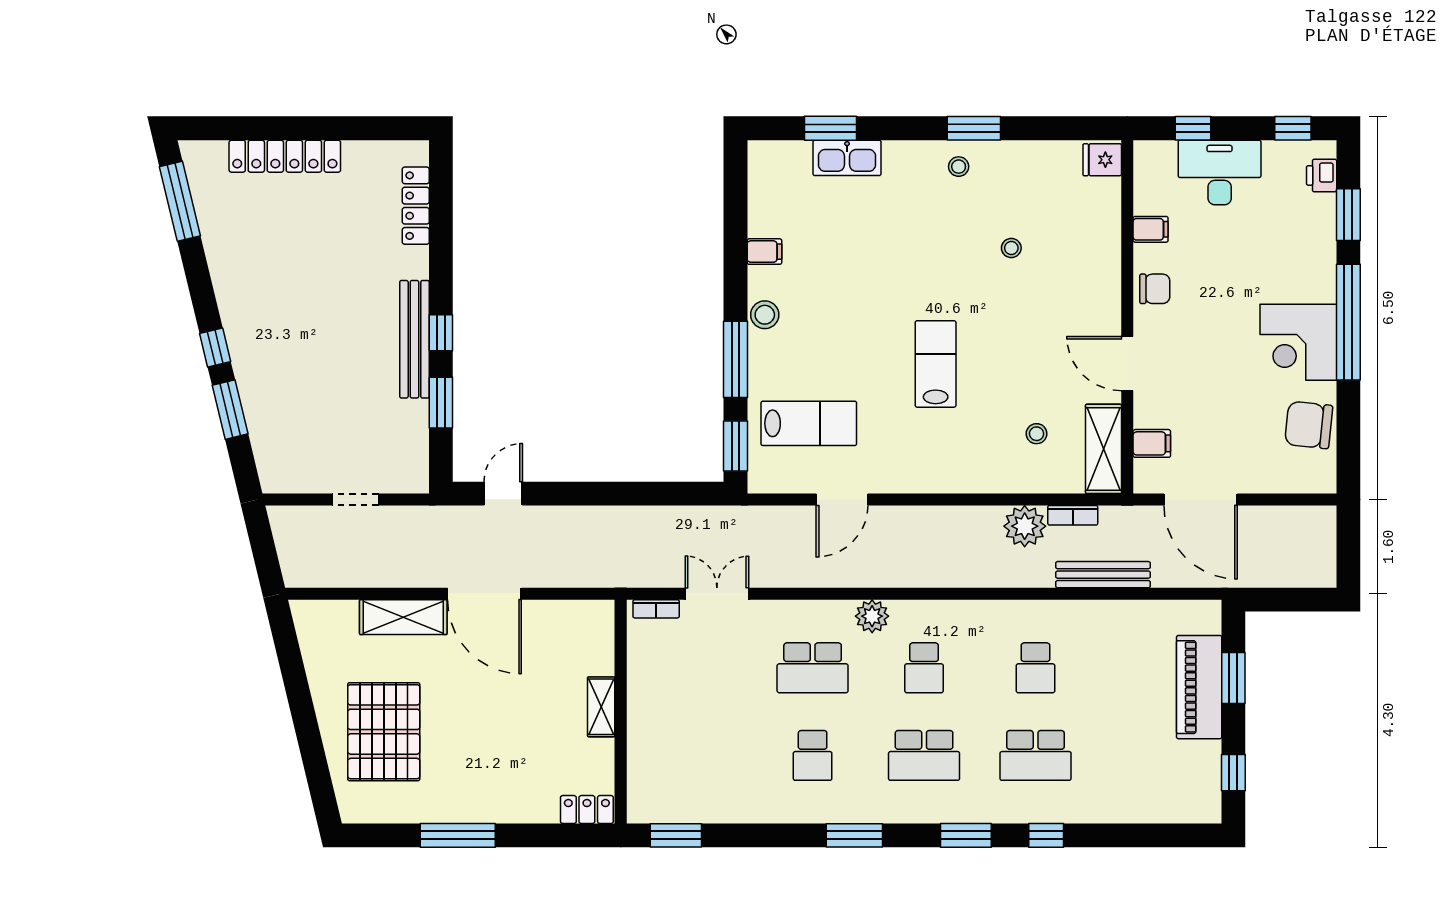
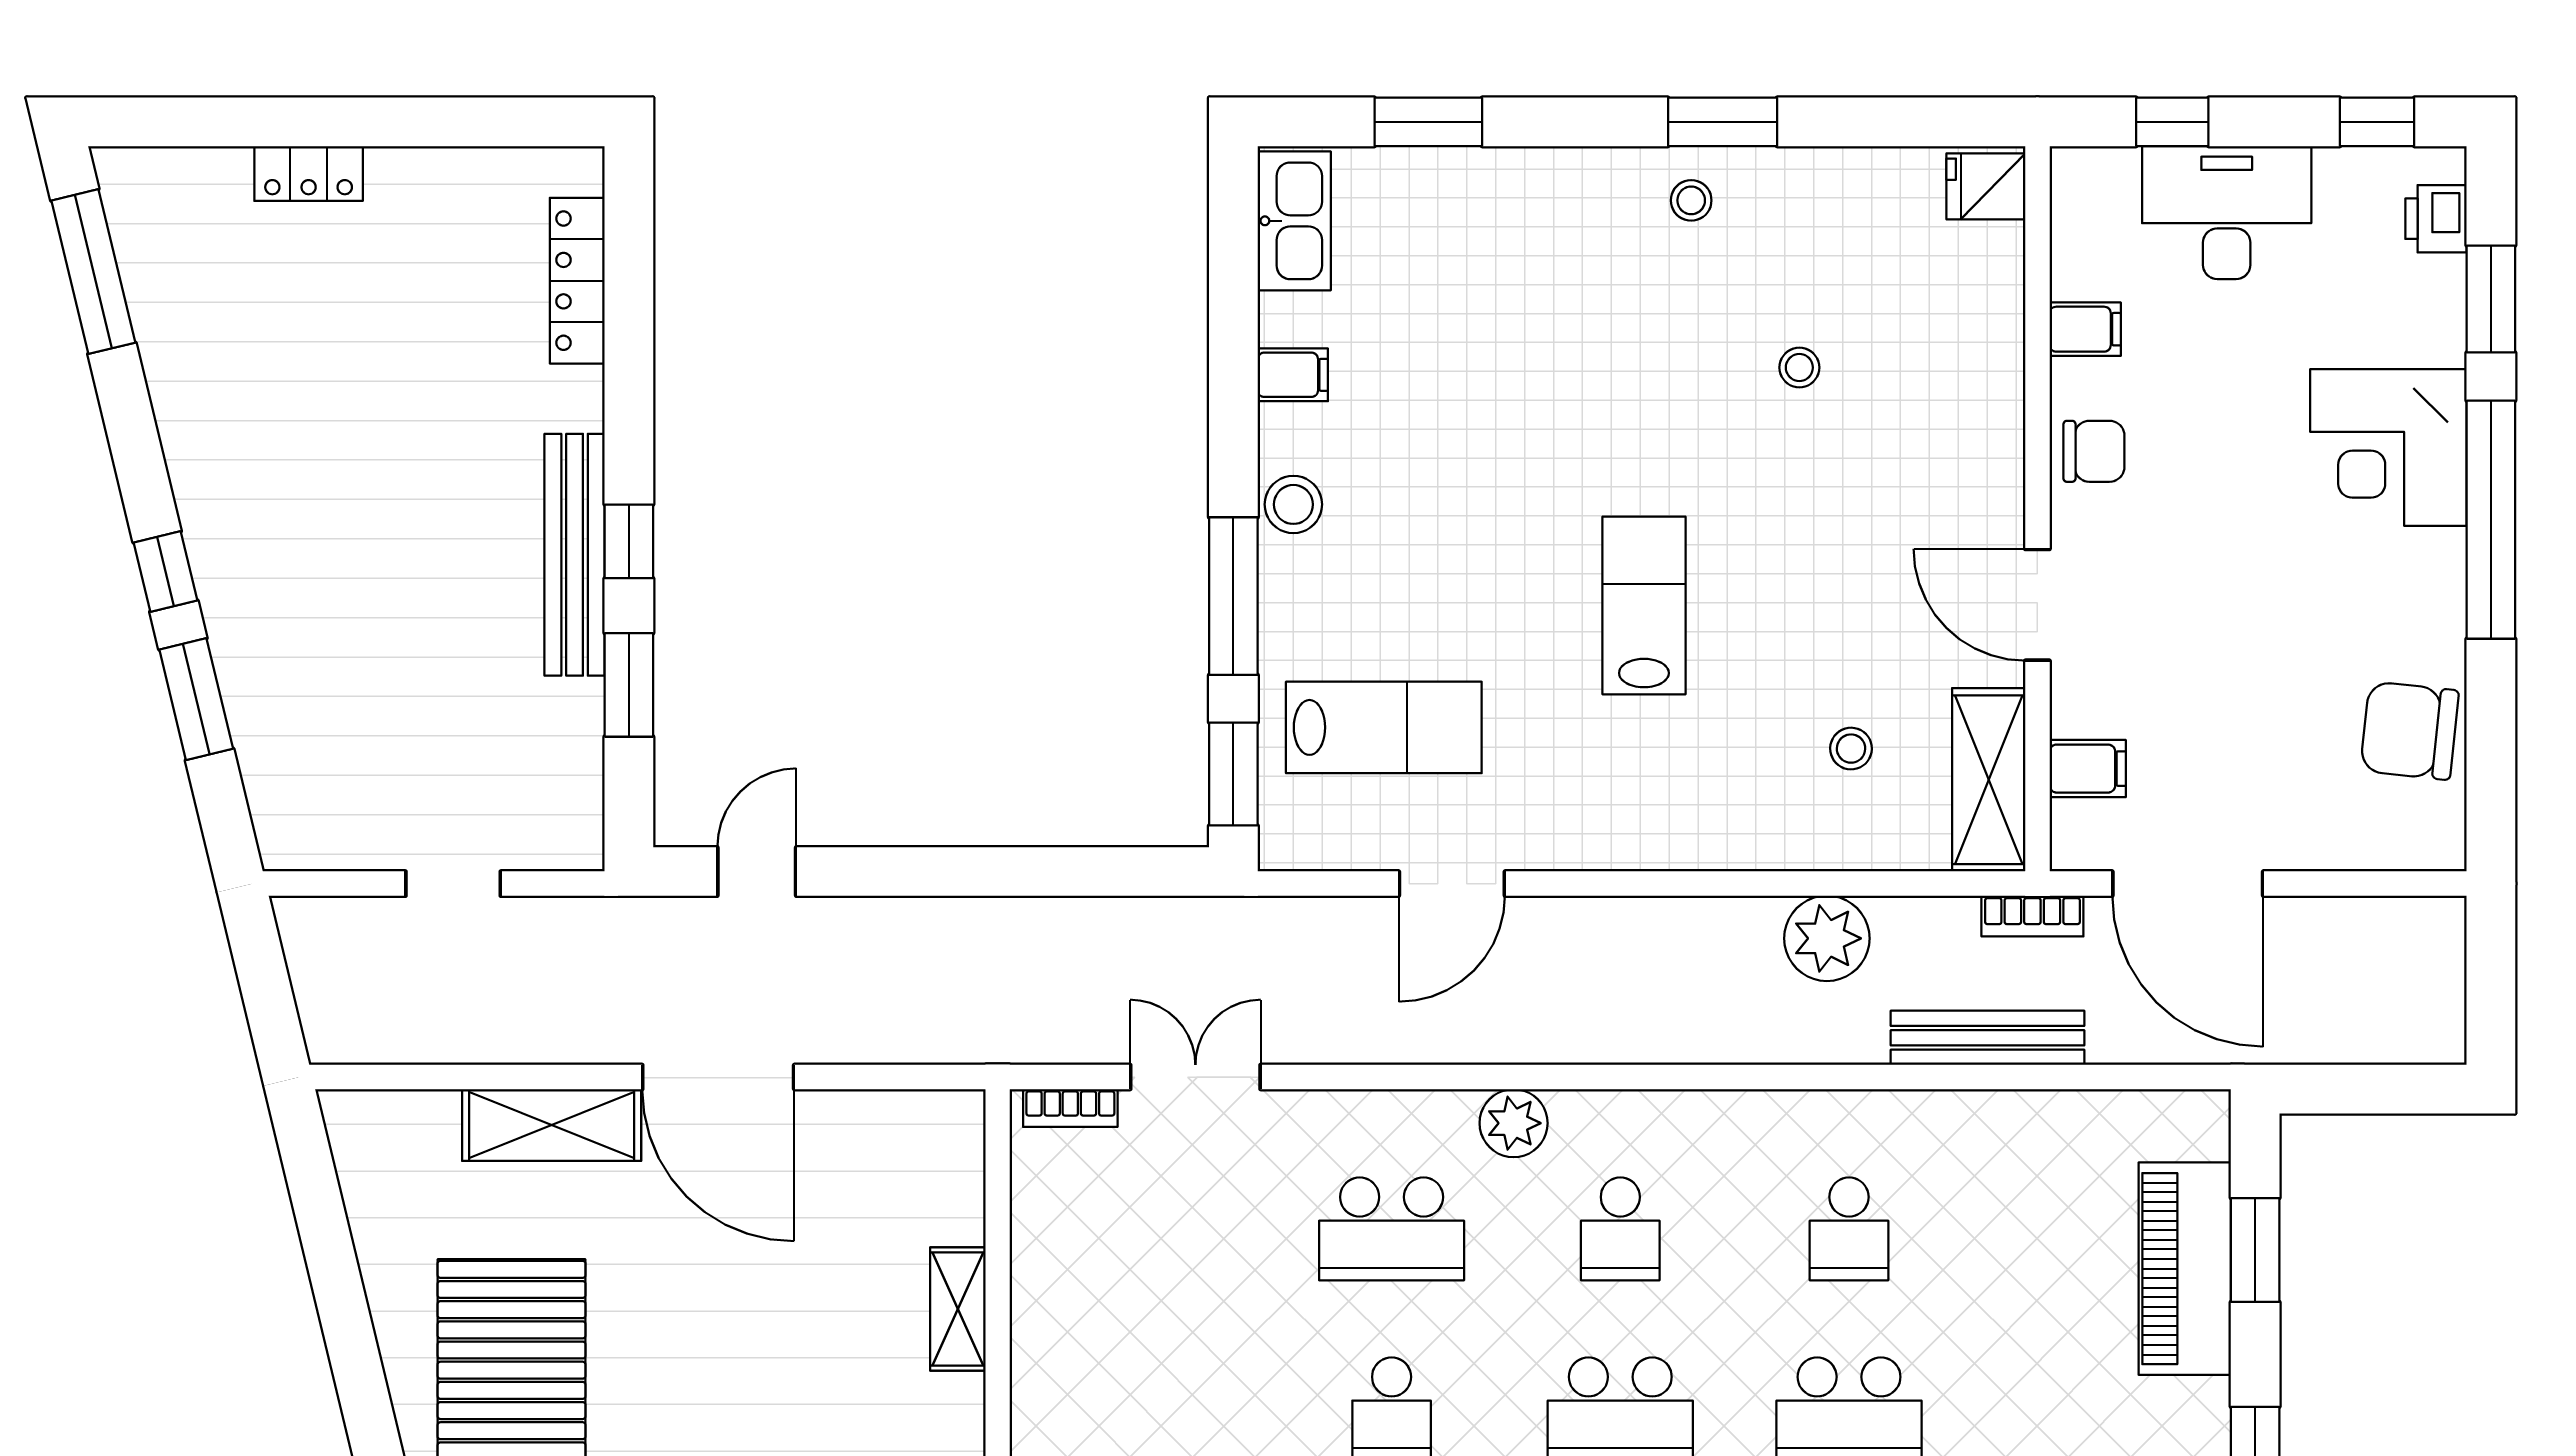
locker: (285, 156) -> (309, 173), width x0.46, depth x0.83
kitchen sink: (847, 158) -> (1294, 221), moved, turned -90
corner desk: (1298, 342) -> (2388, 448), moved
bookcase: (1073, 515) -> (2032, 916), moved

